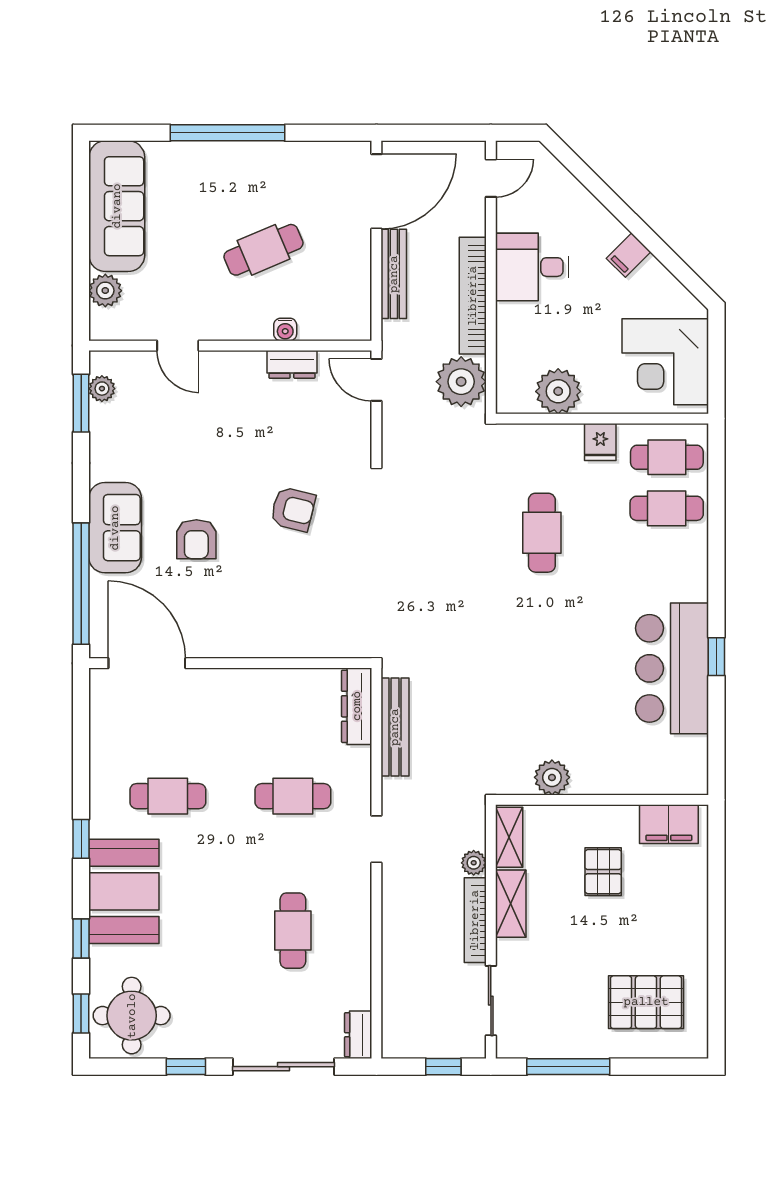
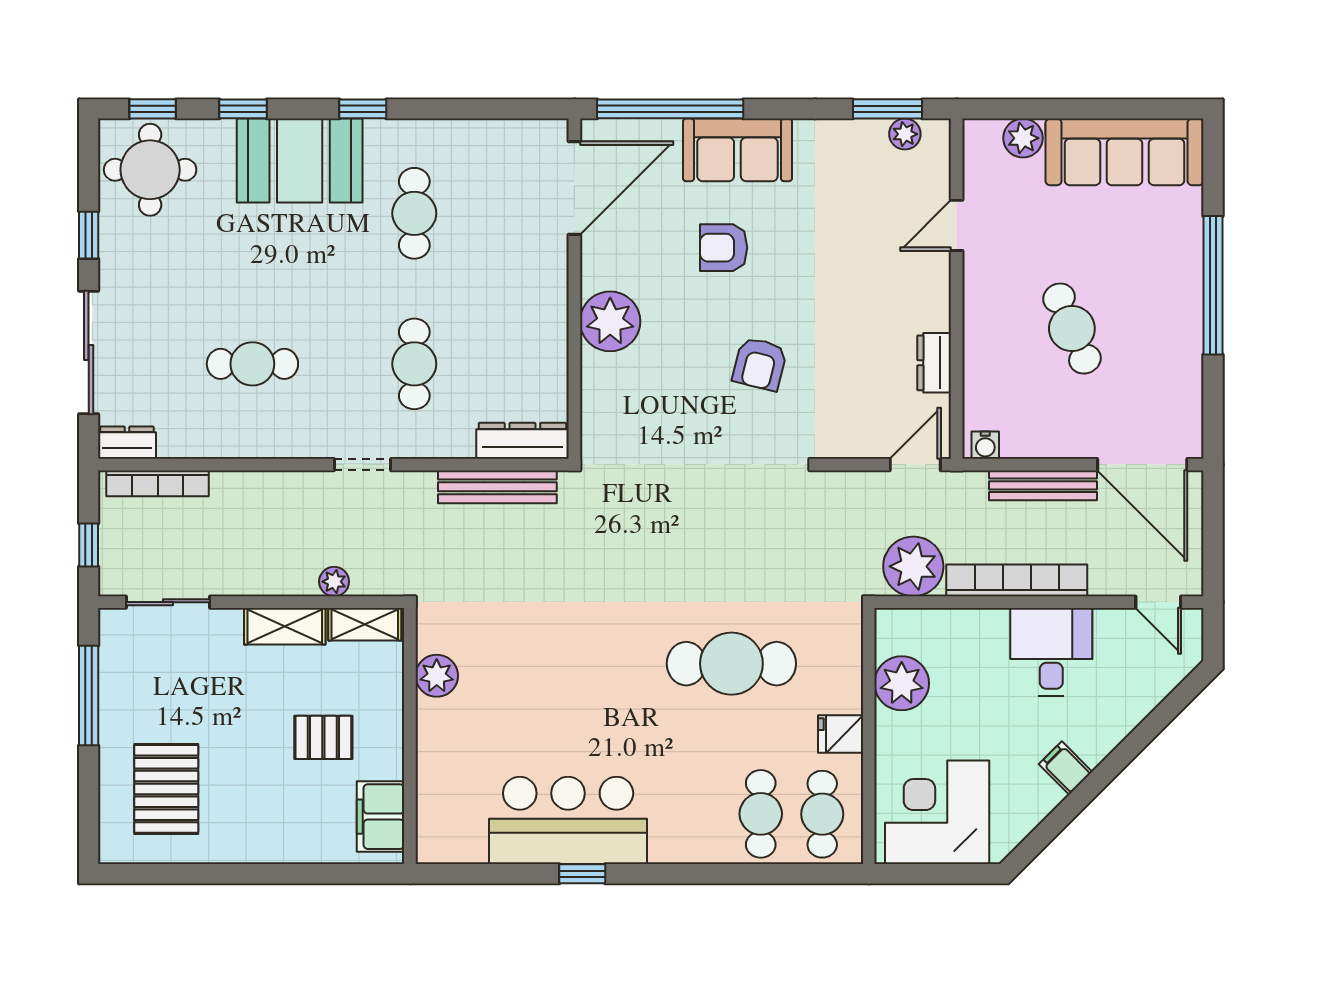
water cooler: (285, 329) -> (985, 445), moved, turned -90
cafe table: (542, 533) -> (731, 664), width x1.37, depth x1.35
plant: (258, 633) -> (610, 321), added
bookcase: (475, 920) -> (158, 483), moved, turned 180

